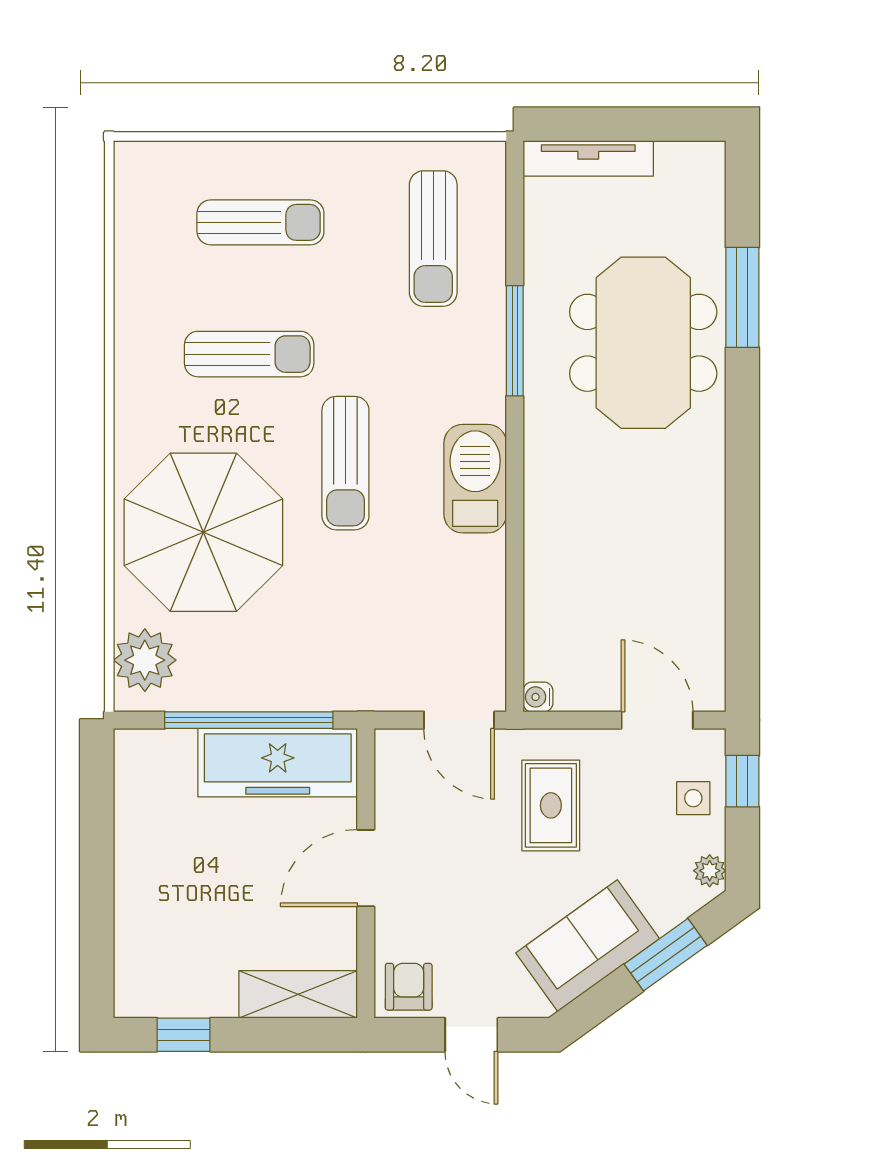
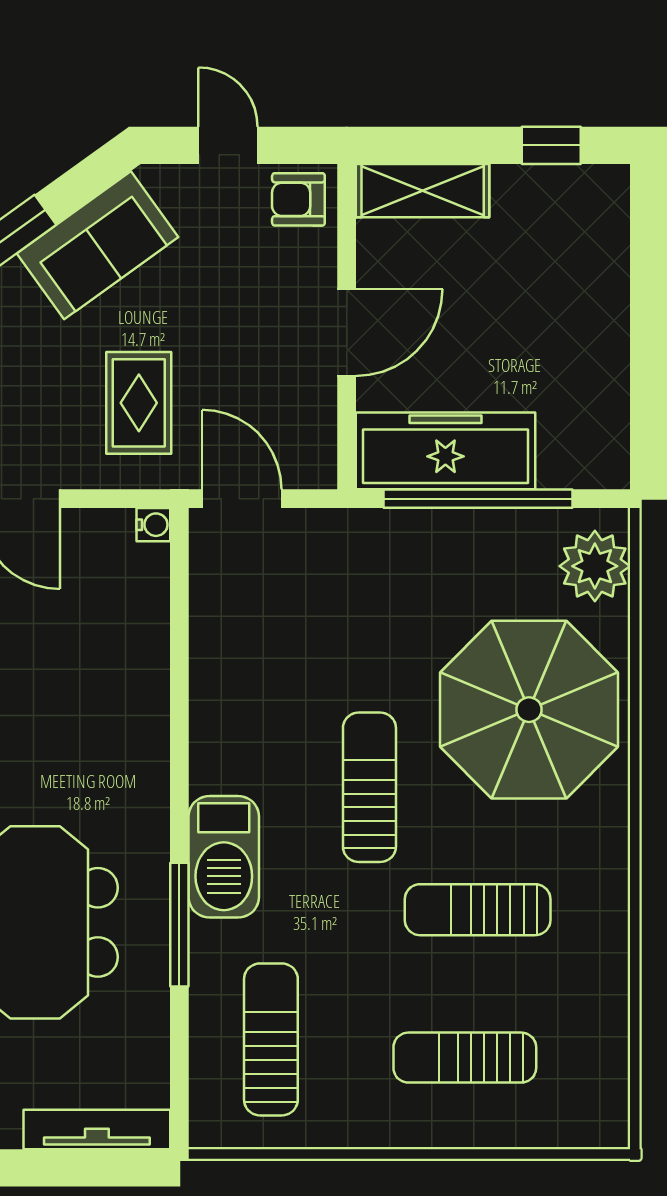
barbecue: (475, 479) -> (224, 857), moved
armchair: (409, 987) -> (298, 199), turned 90

